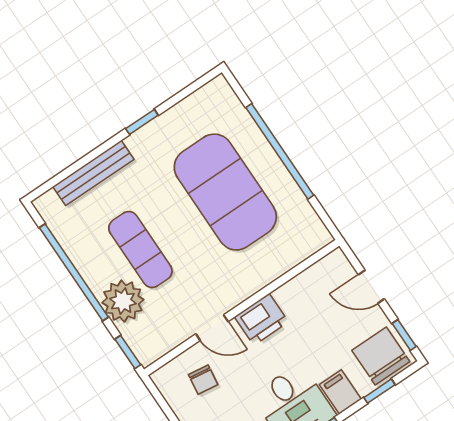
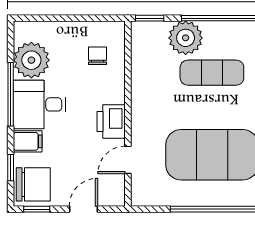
door: (212, 328) -> (128, 160), moved
chair: (203, 380) -> (97, 56), turned 82

